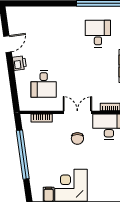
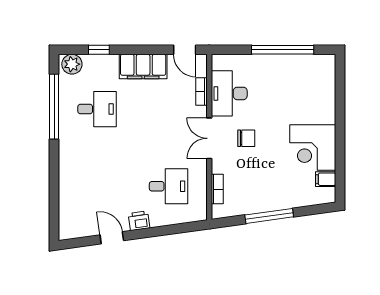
desk: (98, 34) -> (97, 109), turned 180
window: (23, 155) -> (269, 216), width x0.68

